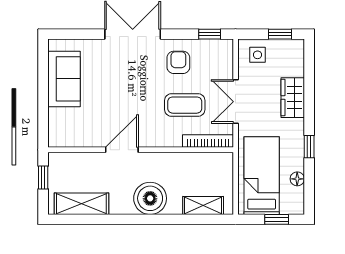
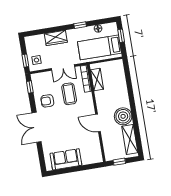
window: (280, 34) -> (25, 61), moved
boiler: (150, 198) -> (123, 116), moved
shelving: (203, 206) -> (97, 80), moved

